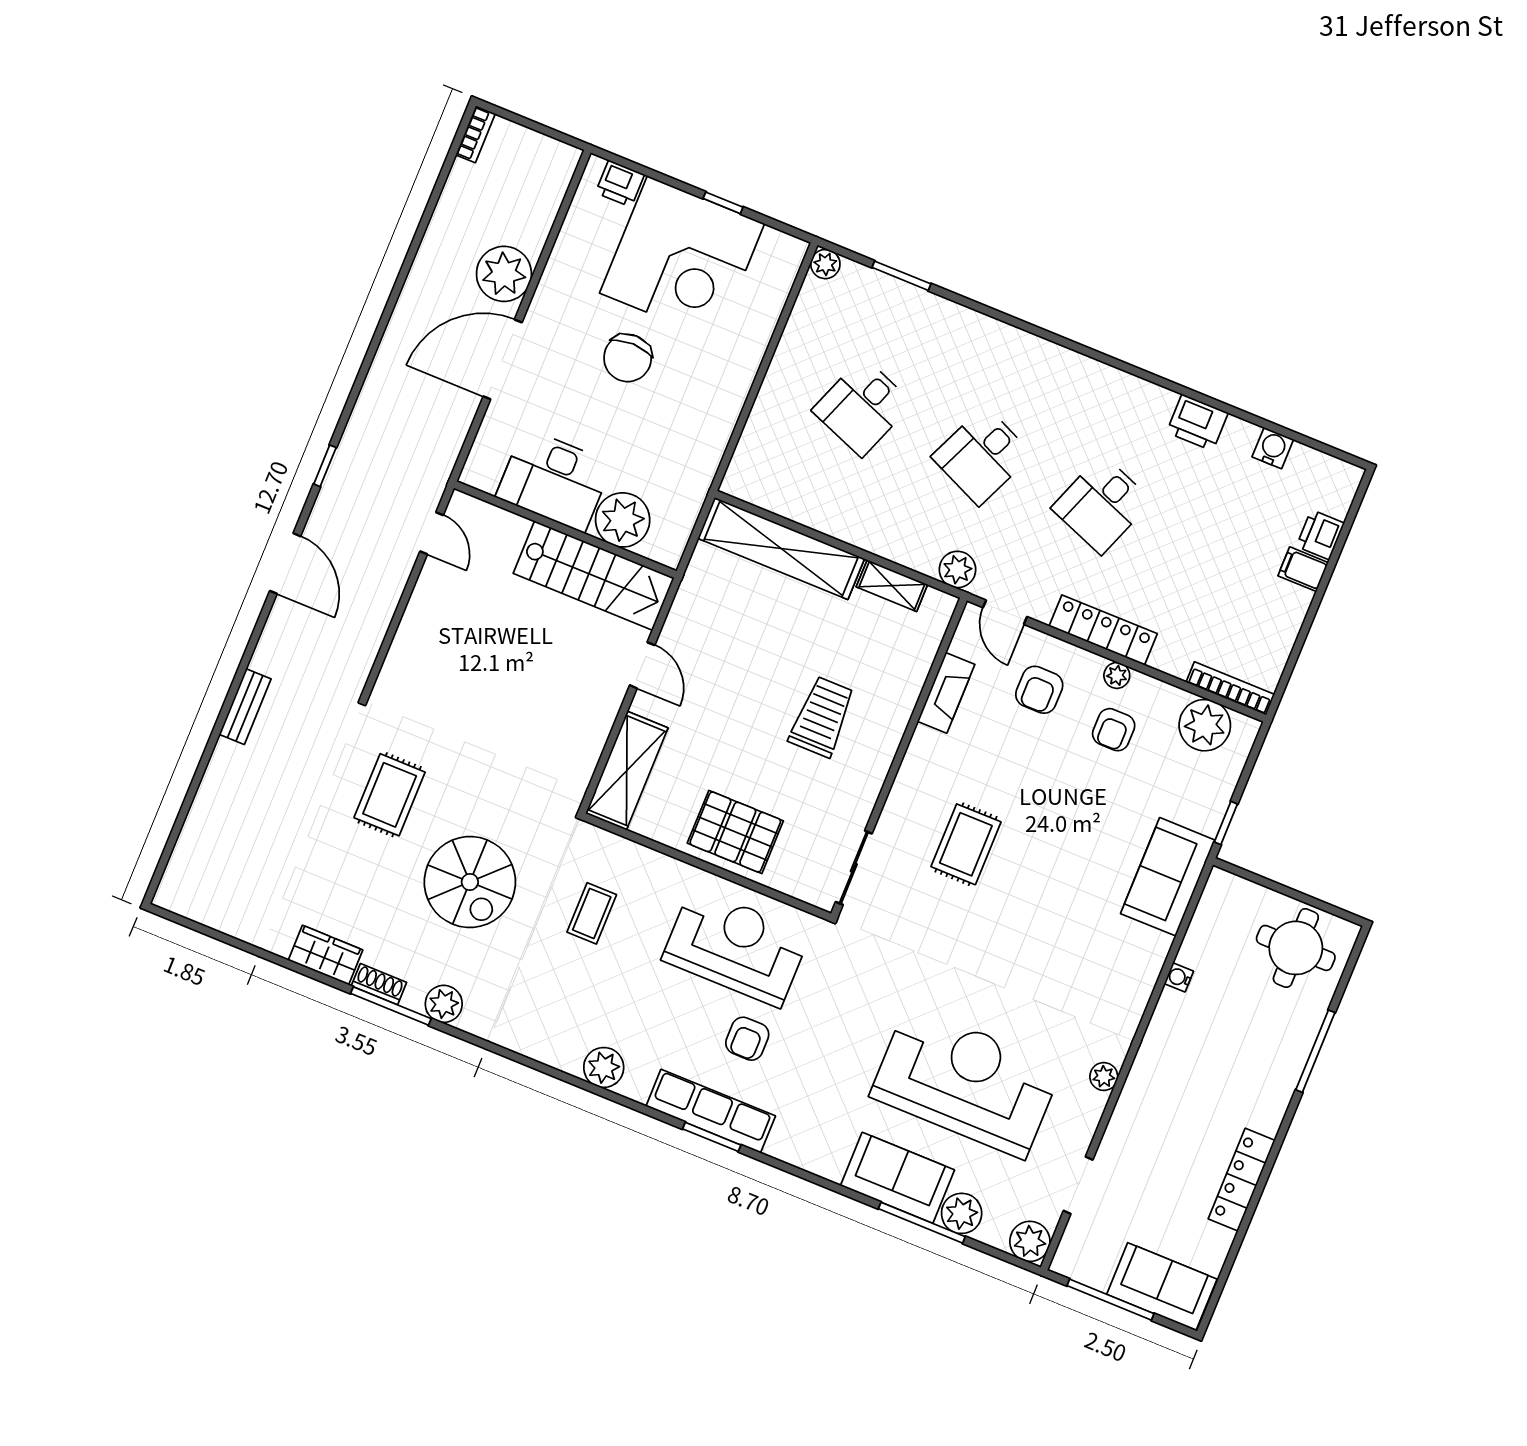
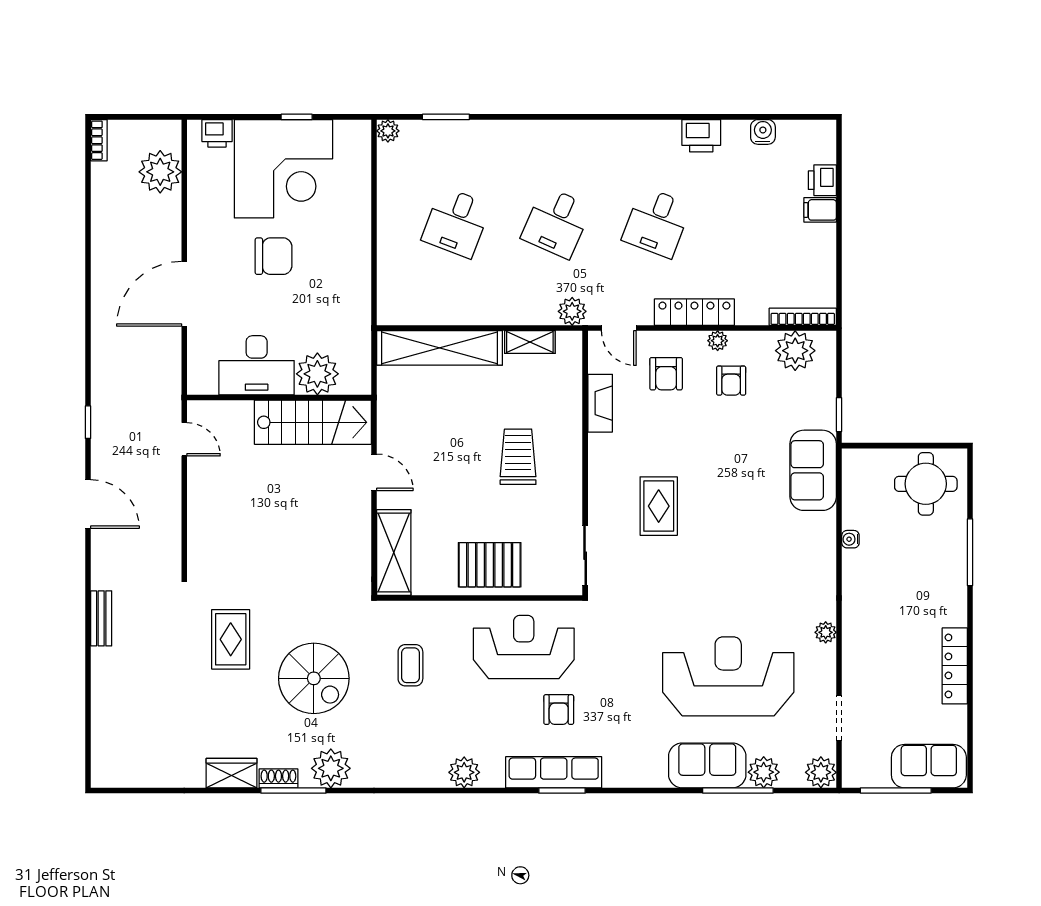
plant: (504, 274) -> (160, 172), moved
chair: (628, 358) -> (274, 256), turned -90
plant: (444, 1004) -> (331, 768), width x1.36, depth x1.36

